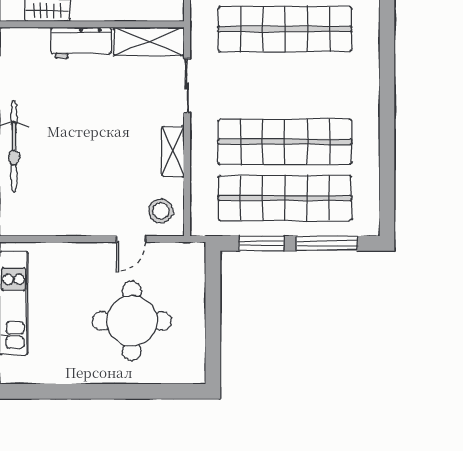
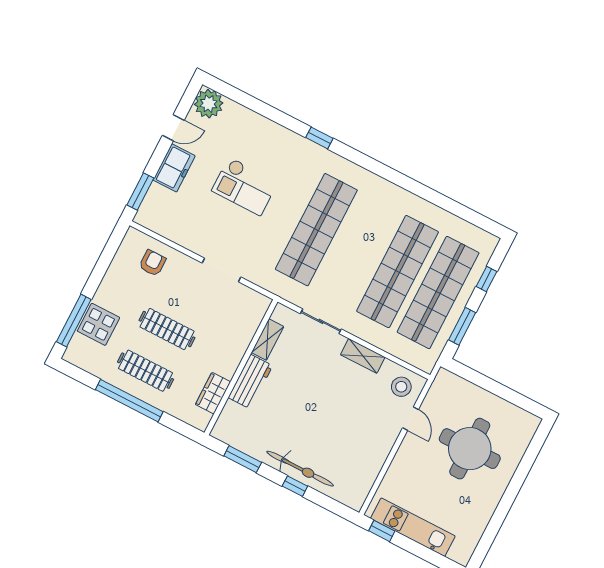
shelving: (149, 41) -> (268, 340), width x0.67, depth x0.75
window: (327, 243) -> (487, 279), width x0.46

